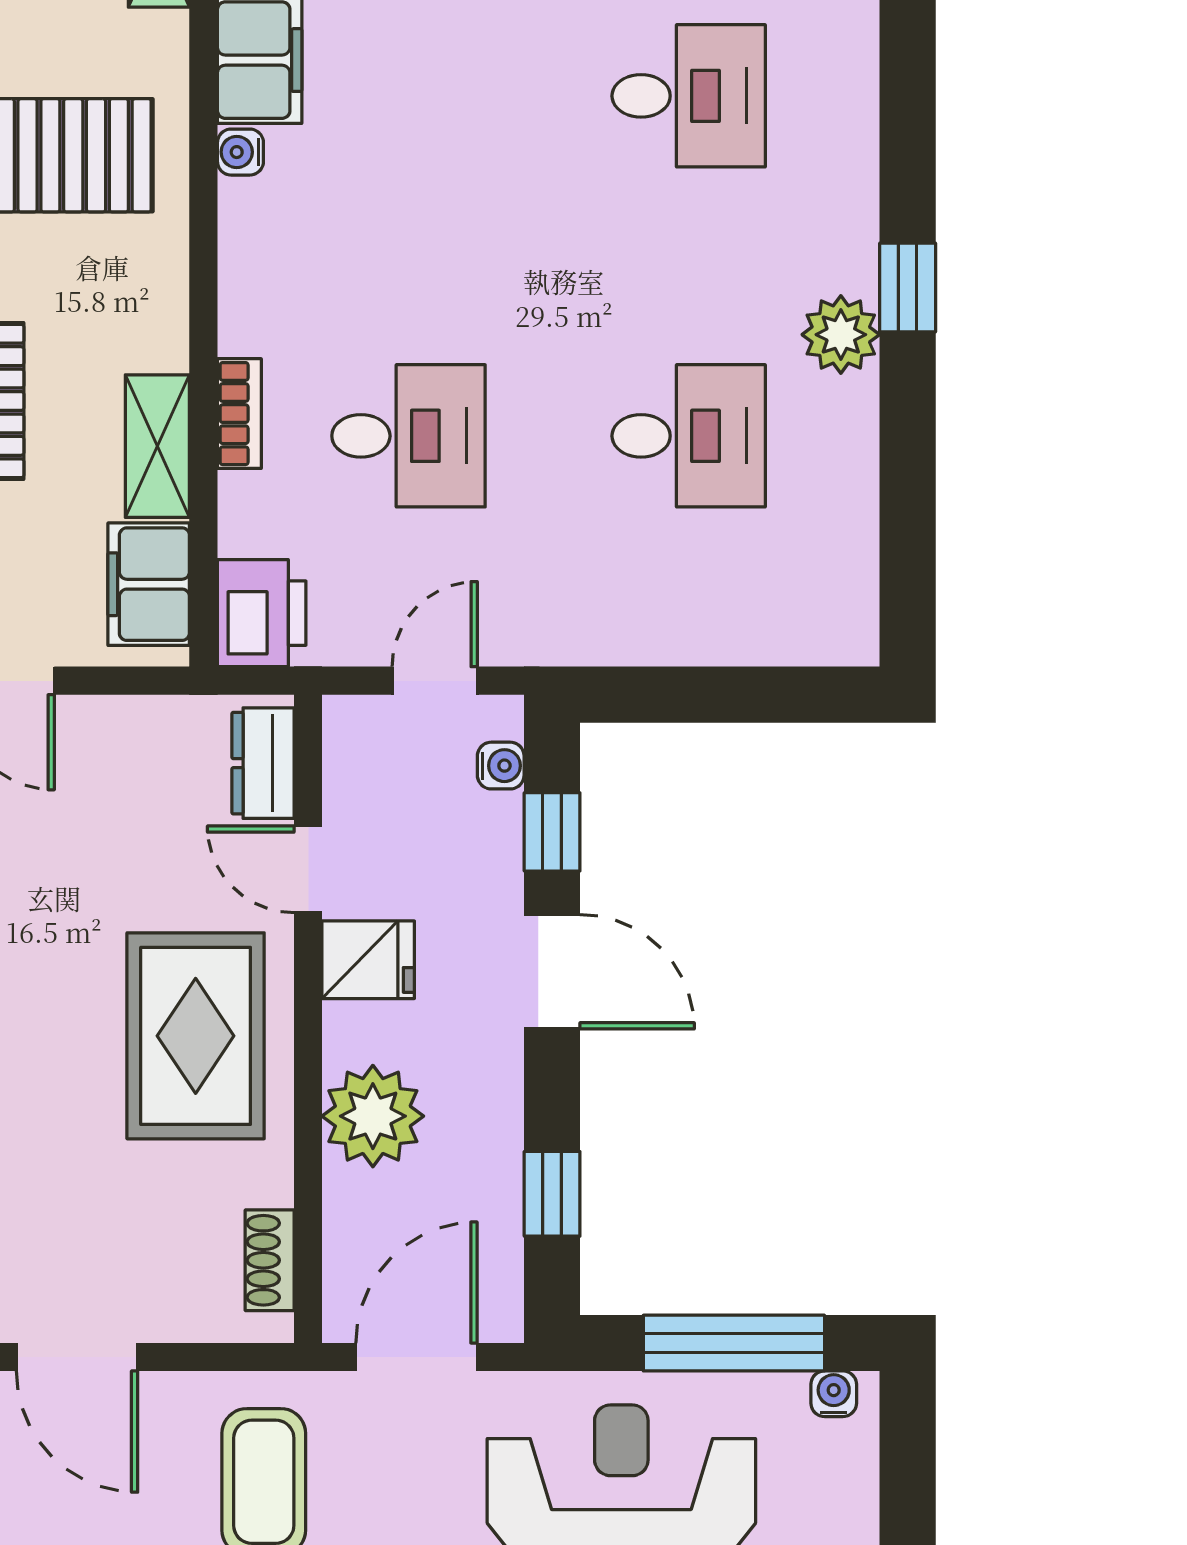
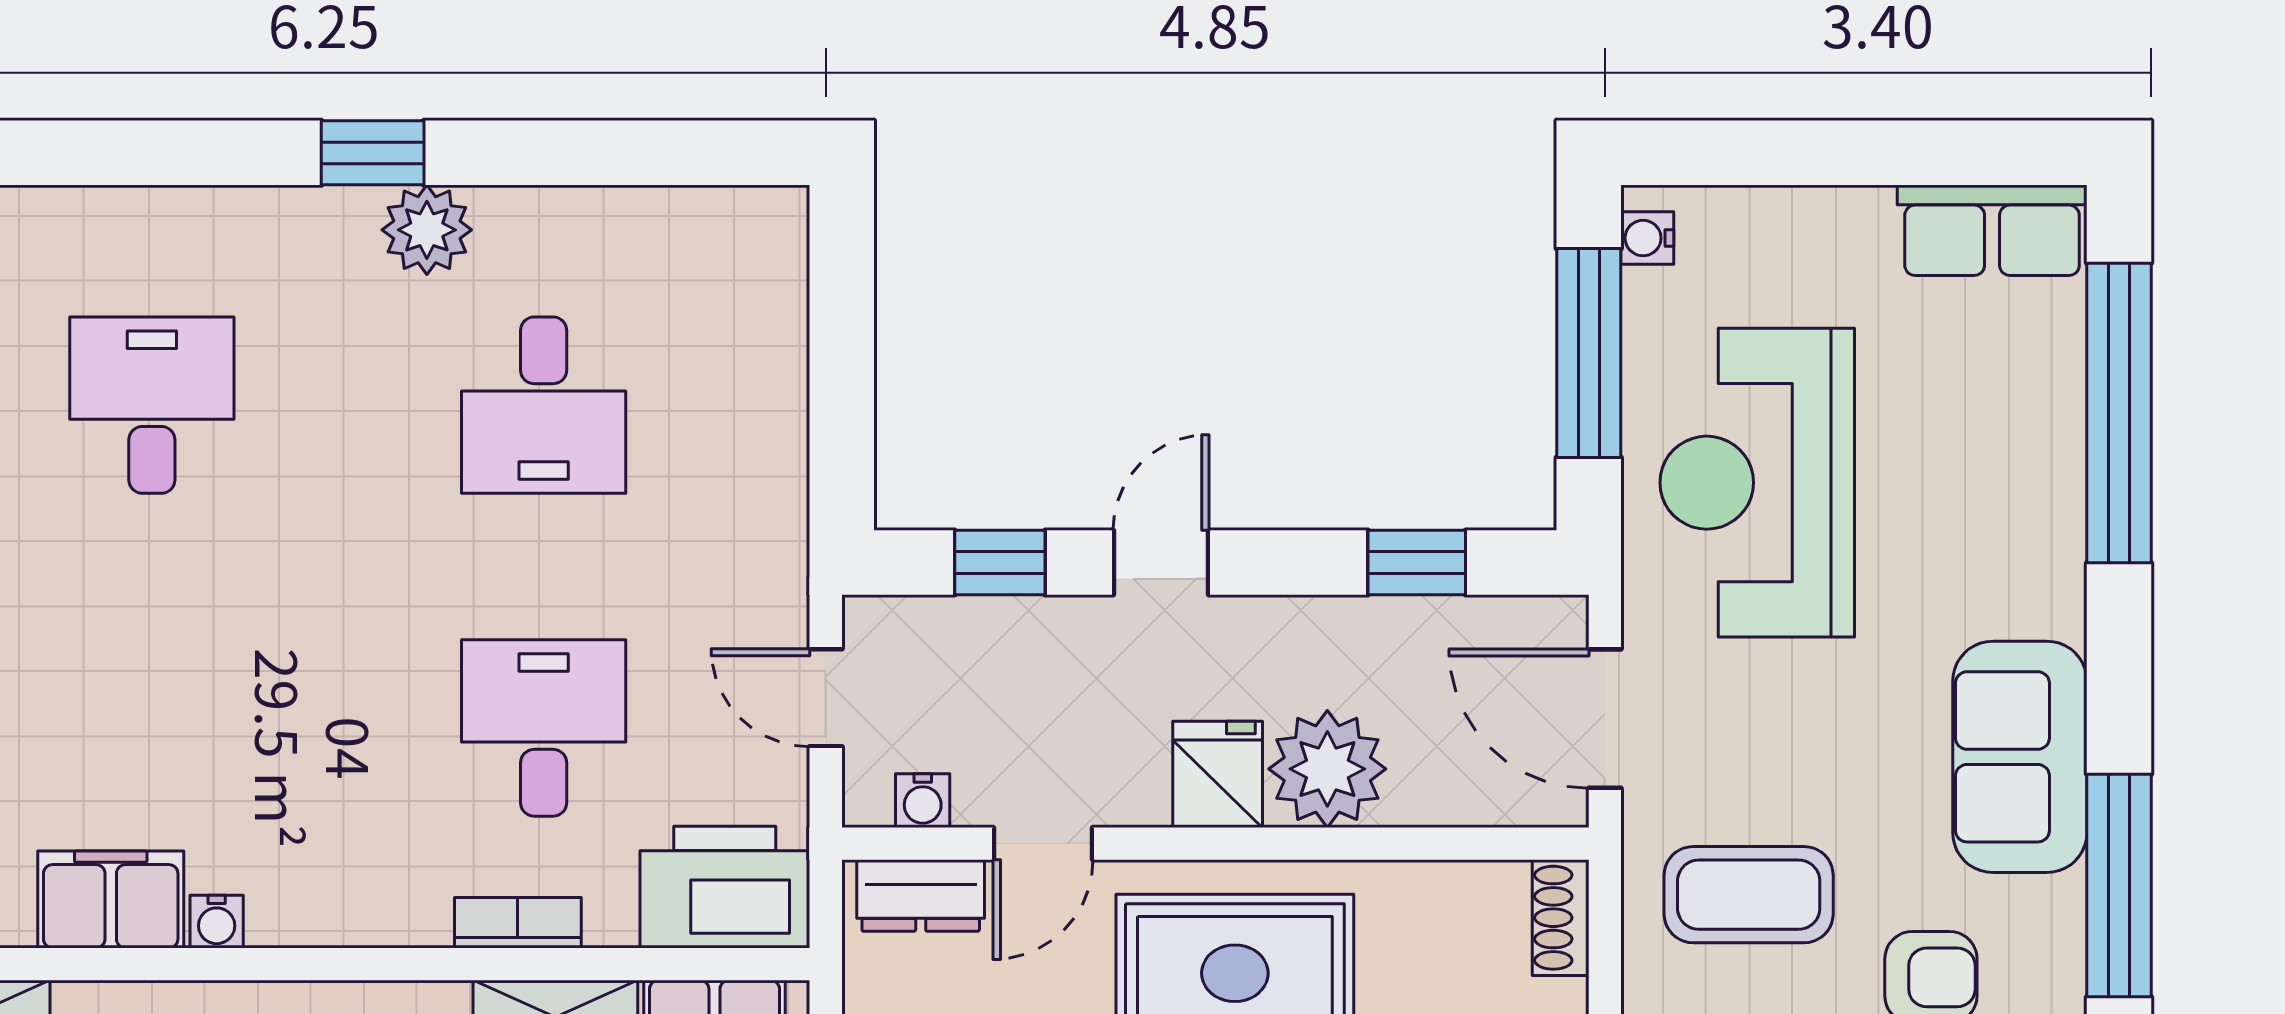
desk: (689, 436) -> (544, 405), turned 180
printer: (262, 613) -> (725, 887), width x1.37, depth x1.19
water cooler: (501, 766) -> (923, 801), moved, turned 180
fridge: (368, 960) -> (1218, 774), moved
door: (552, 972) -> (1161, 563), width x0.73
shoe rack: (270, 1260) -> (1561, 918), moved, turned 90

